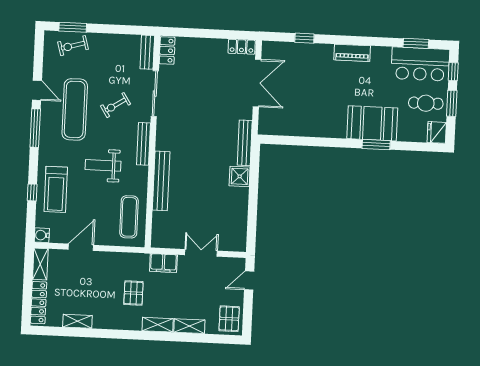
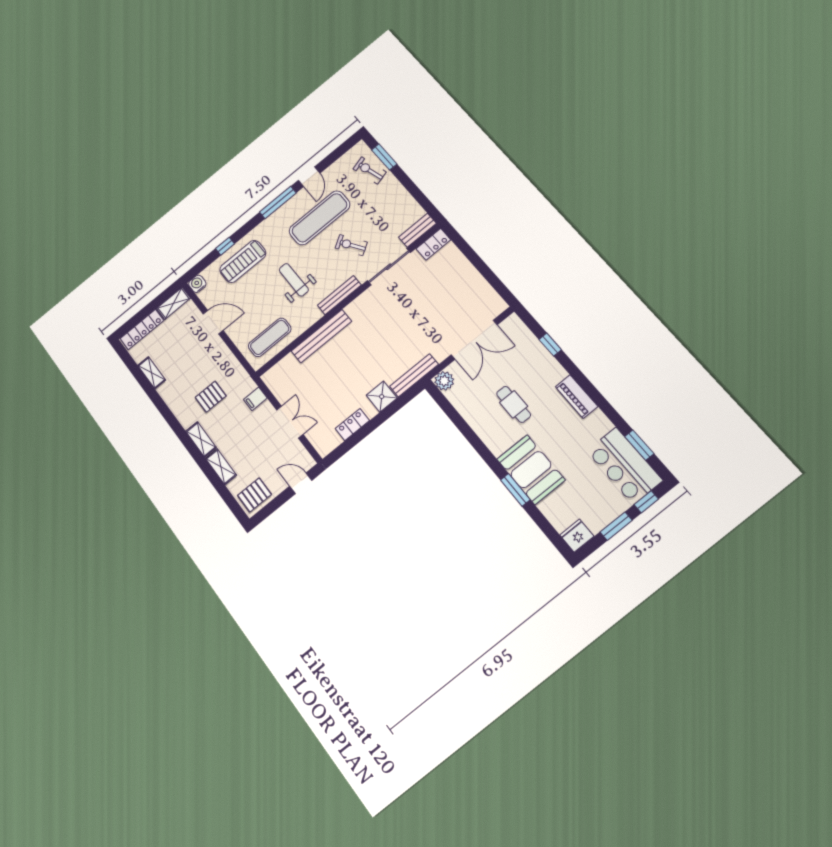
locker: (242, 47) -> (352, 425), moved, turned 90
cafe table: (426, 103) -> (514, 404), moved
plant: (266, 126) -> (444, 381), added
filing cabinet: (163, 263) -> (255, 399), width x0.50

